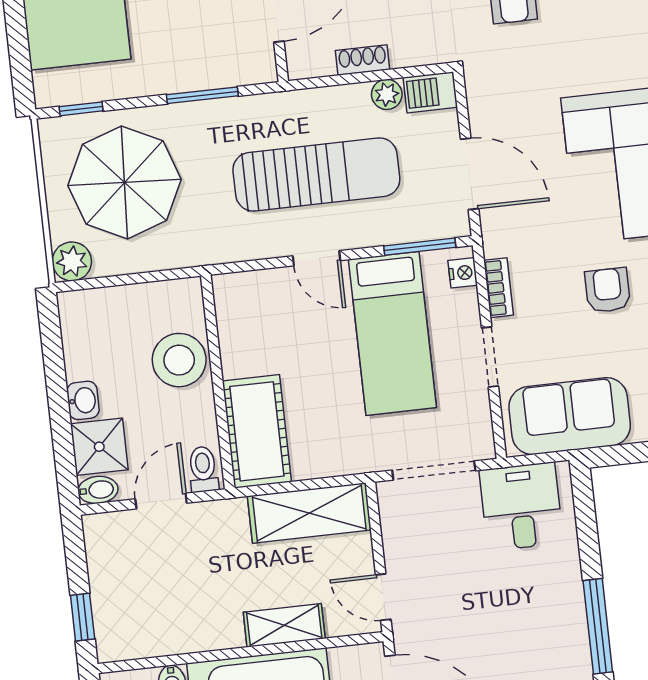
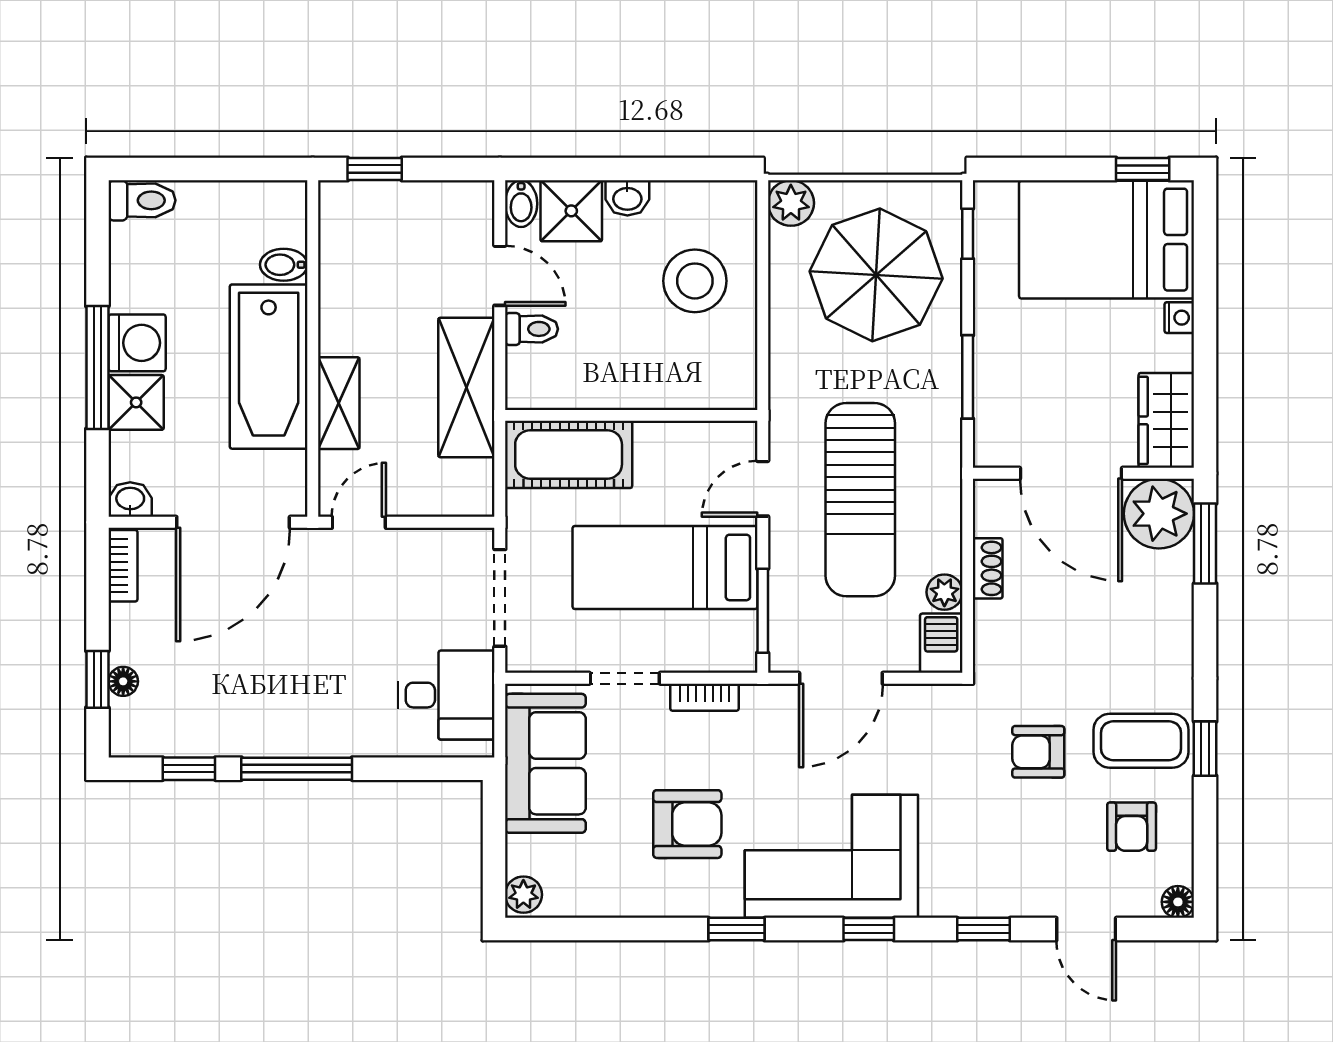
nightstand: (463, 273) -> (726, 657), removed
armchair: (608, 290) -> (687, 824), width x1.38, depth x1.38
stool: (179, 360) -> (695, 281), moved
wall: (218, 382) -> (631, 415), moved
cot: (257, 431) -> (569, 454), moved
shelving: (309, 513) -> (466, 387), moved

